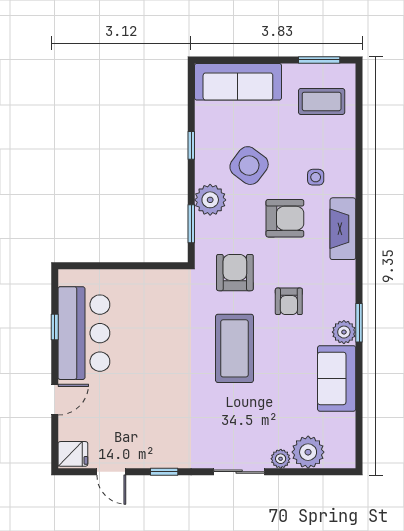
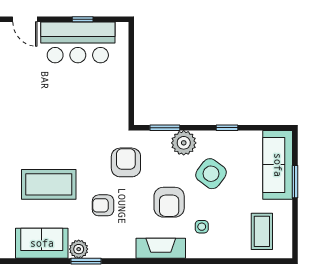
window: (319, 60) -> (295, 182), moved
armchair: (235, 273) -> (126, 162), turned -90
coffee table: (234, 348) -> (49, 184), moved

